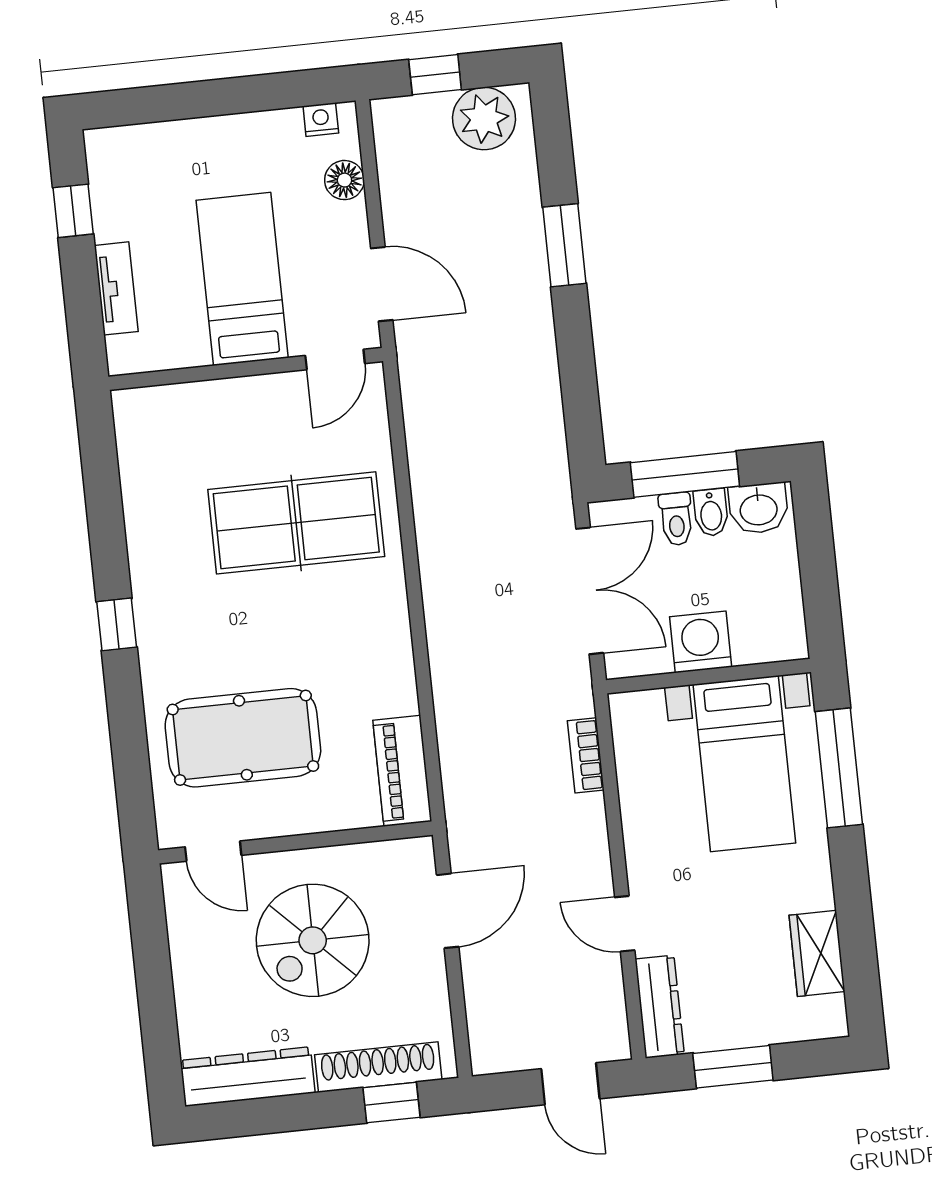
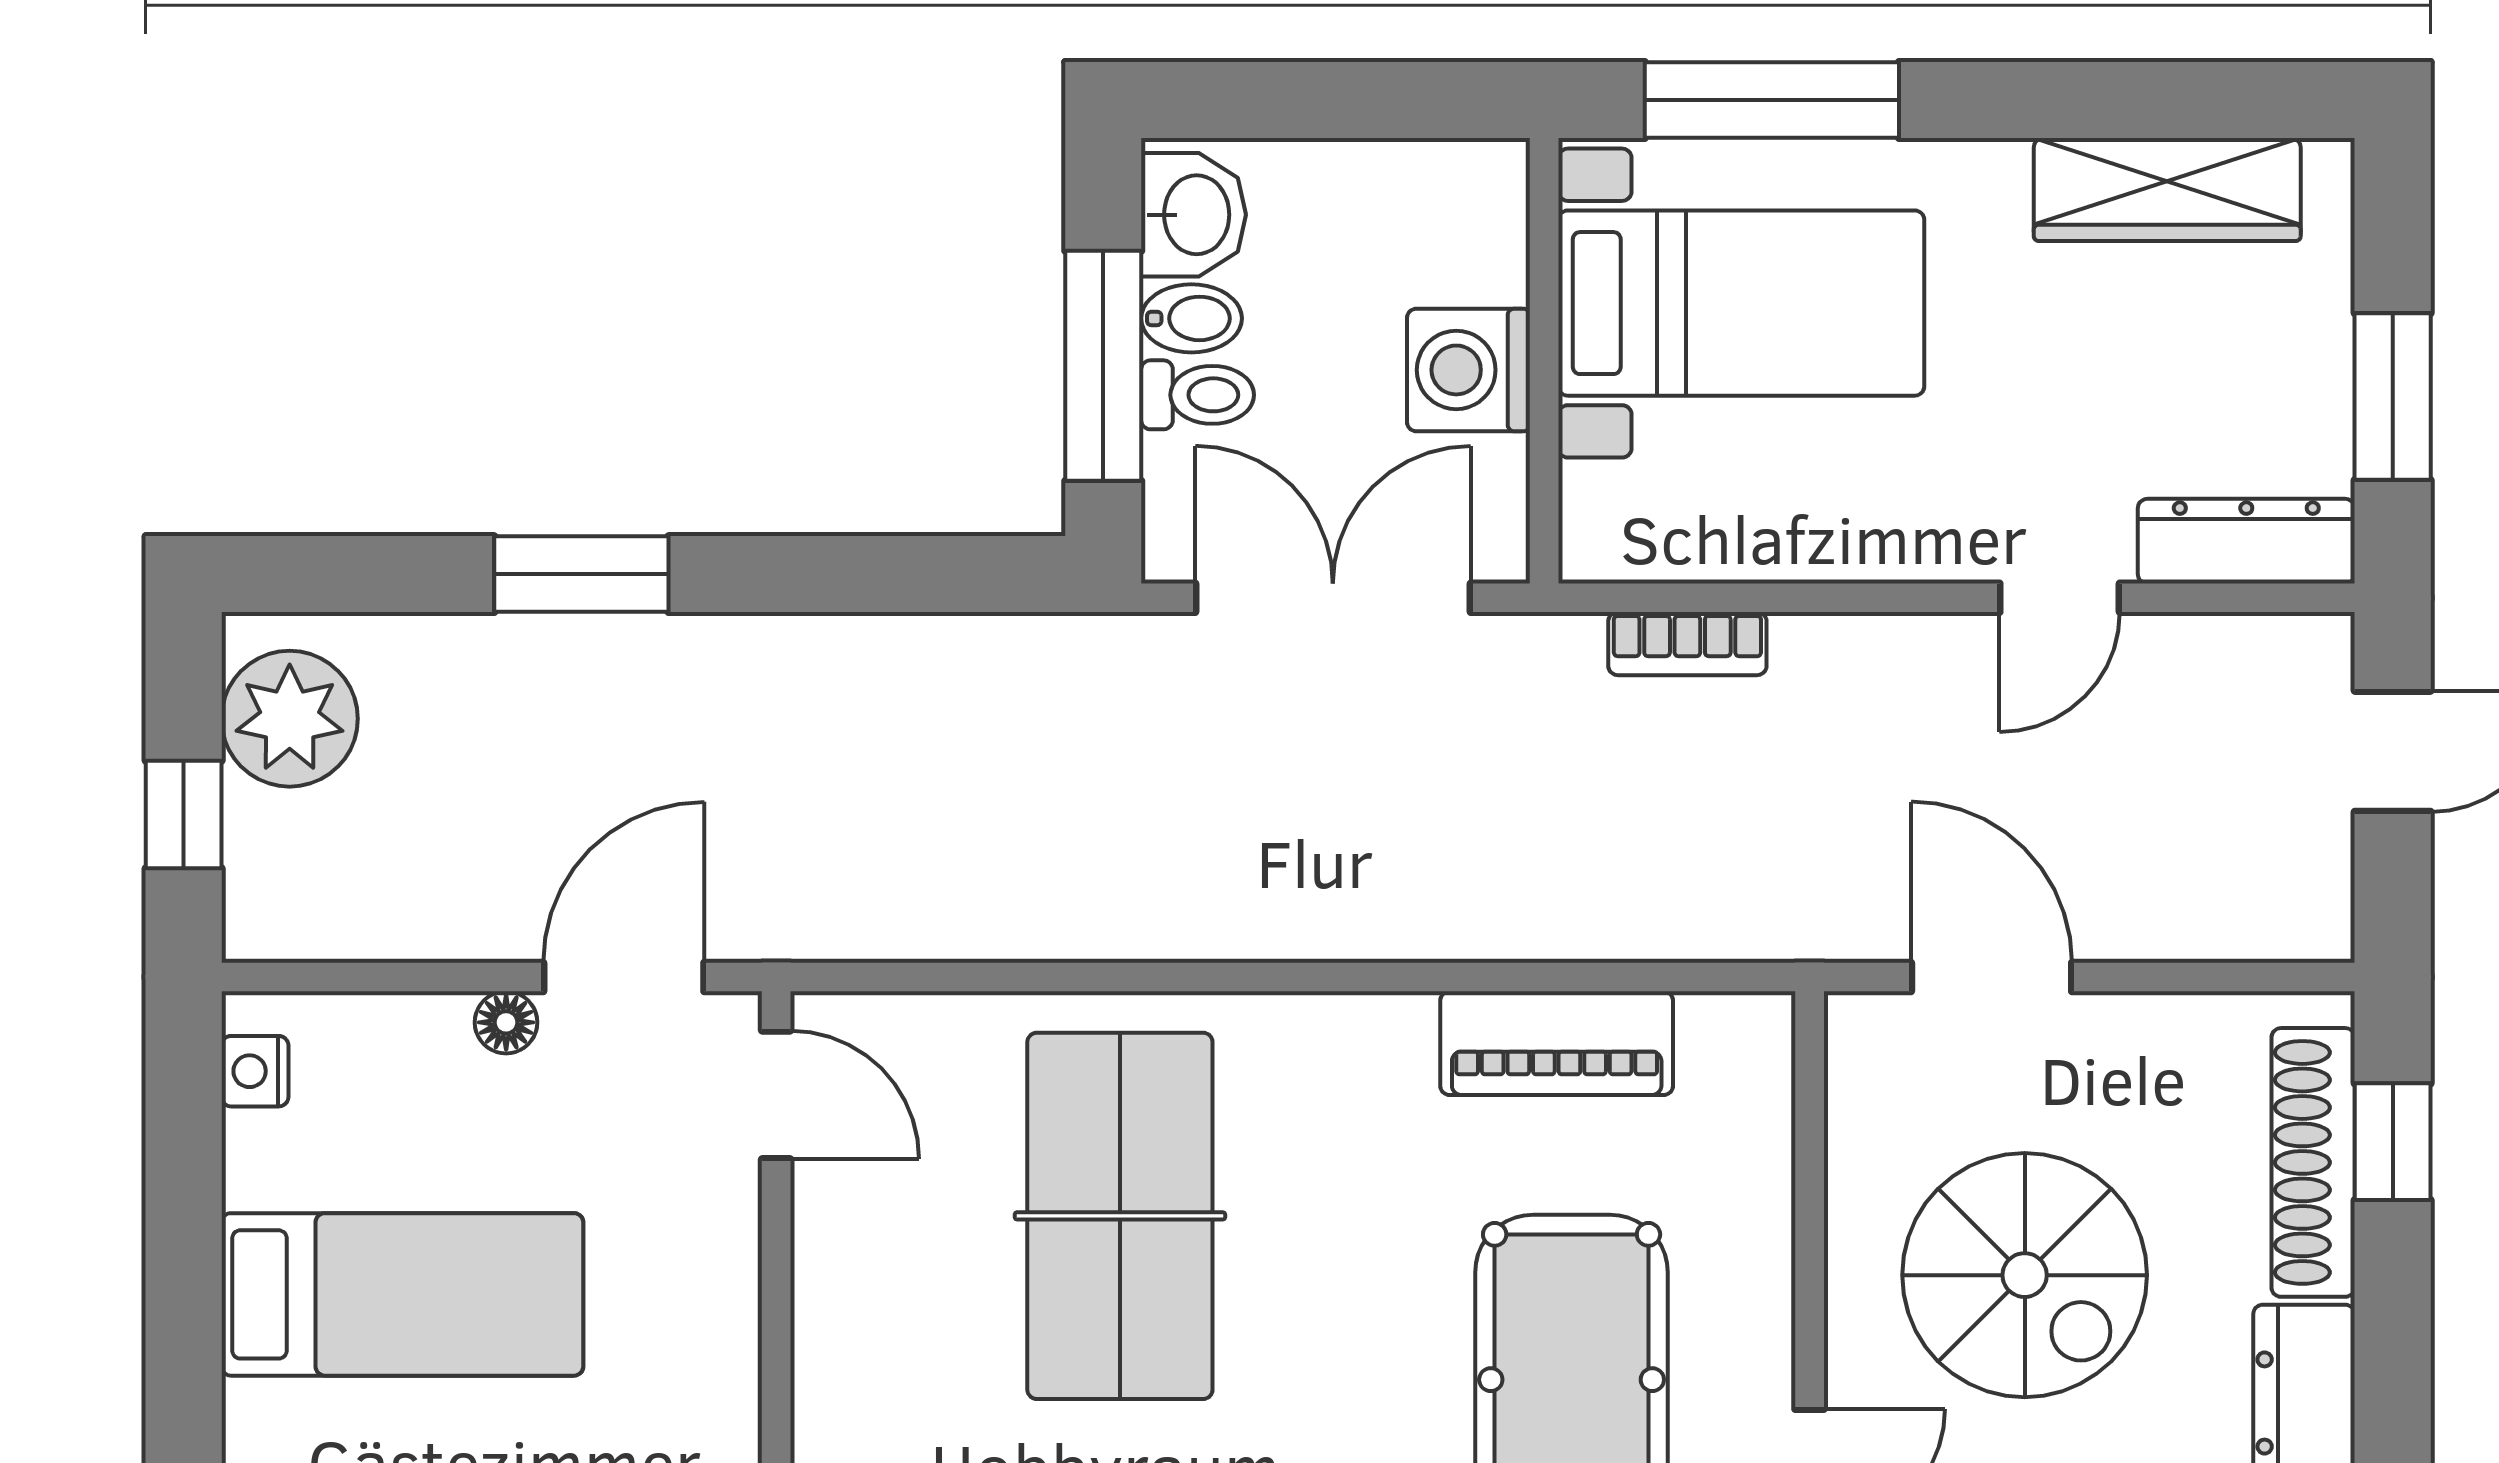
floor lamp: (344, 180) -> (506, 1022), moved, width x0.73, depth x0.73
bed: (242, 279) -> (402, 1294), moved, turned 180
piano: (402, 771) -> (1557, 1043), moved
wardrobe: (817, 953) -> (2167, 190), width x1.50

